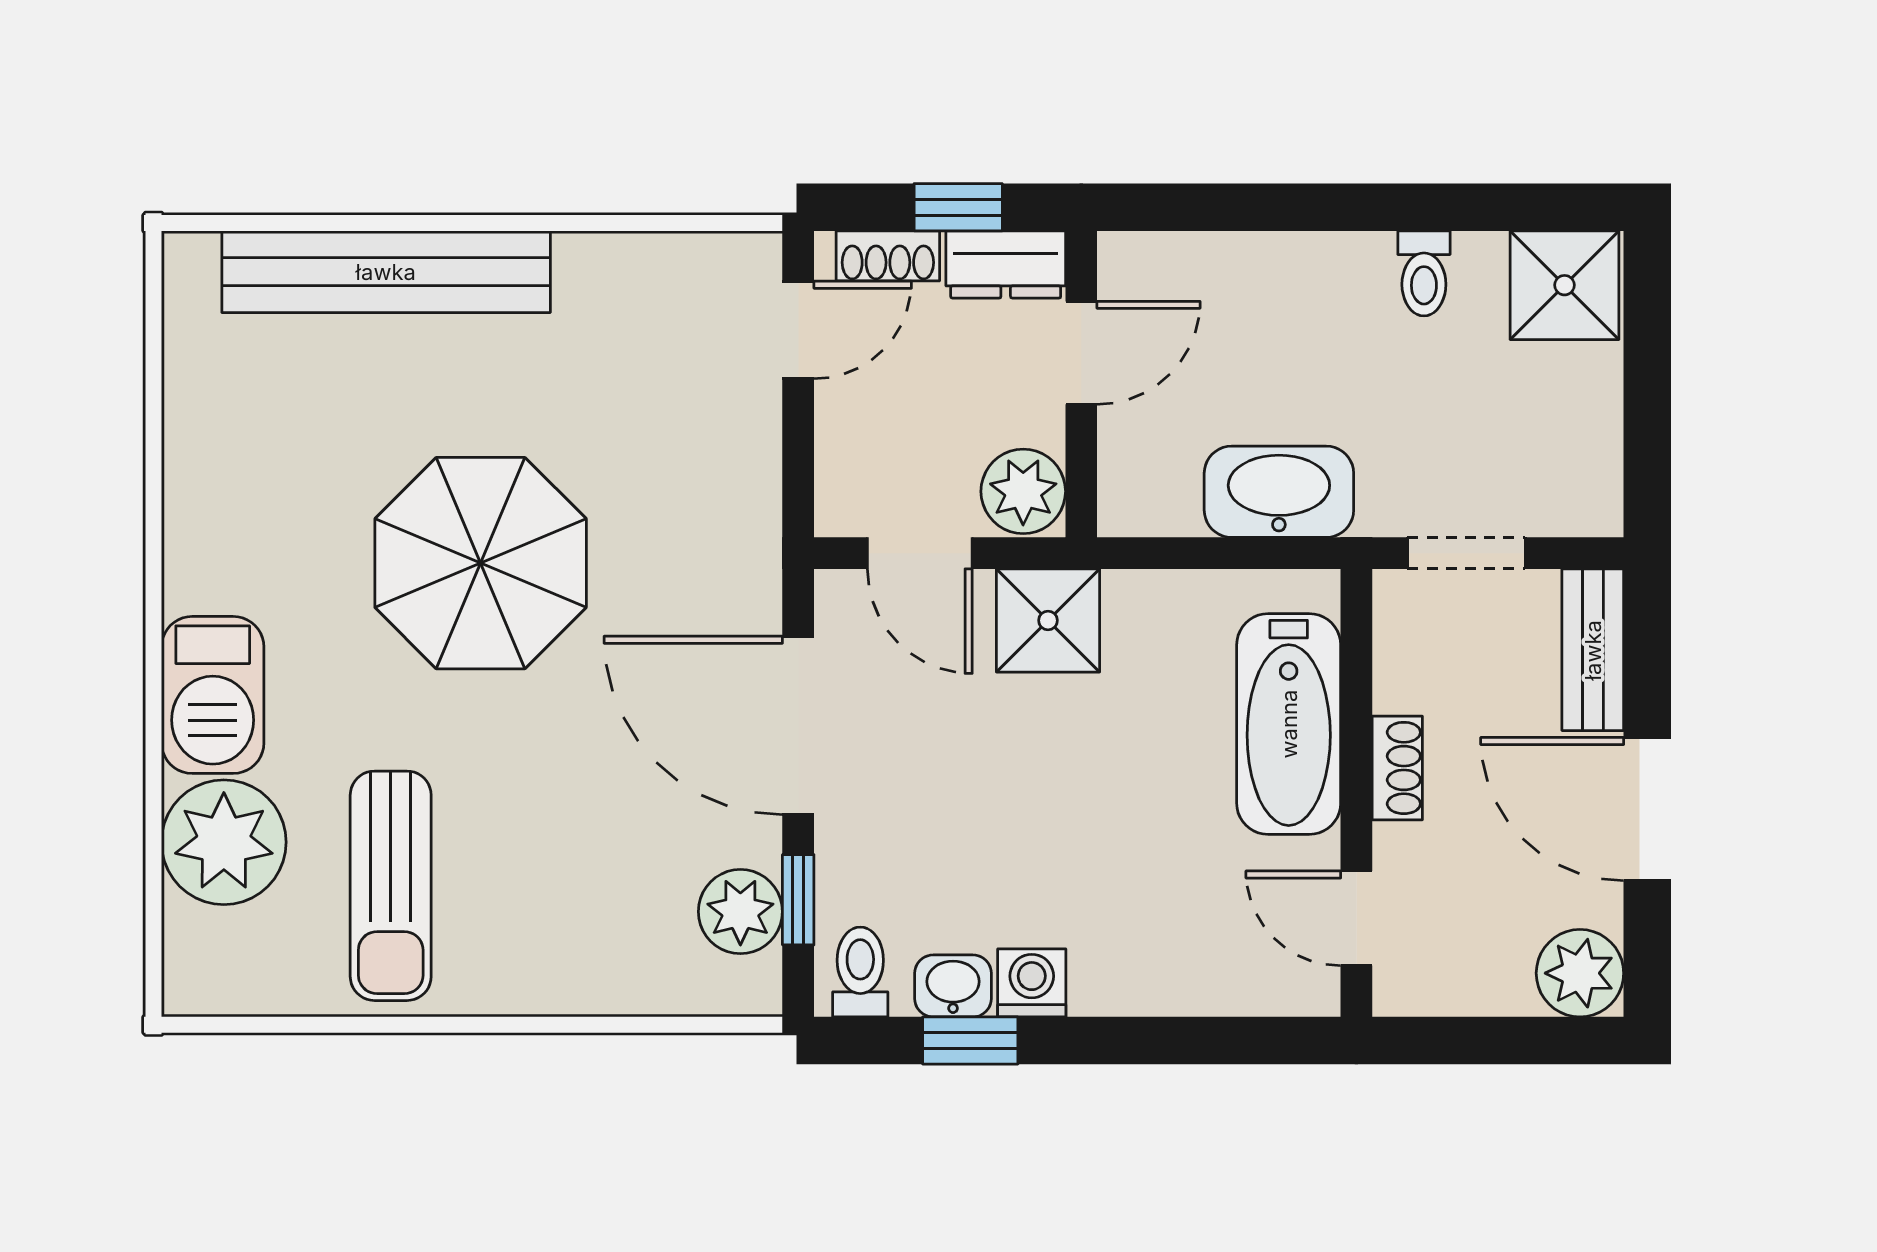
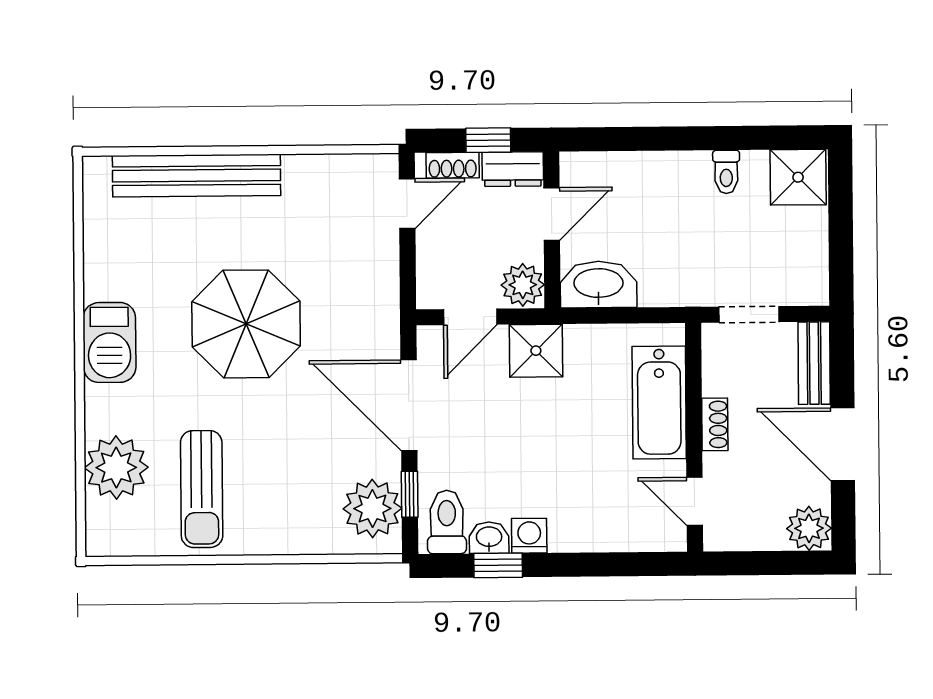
washbasin: (1279, 492) -> (598, 284), moved
door: (920, 553) -> (470, 317), hinge flipped
barbecue: (213, 695) -> (109, 342), moved
plant: (740, 912) -> (372, 509), width x1.36, depth x1.36
toilet: (860, 972) -> (447, 522), width x1.37, depth x1.39

